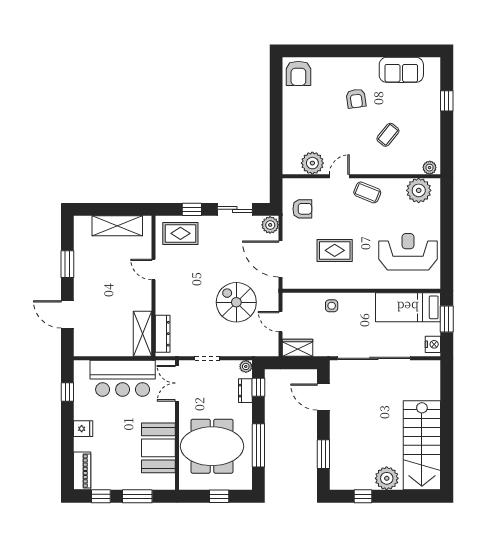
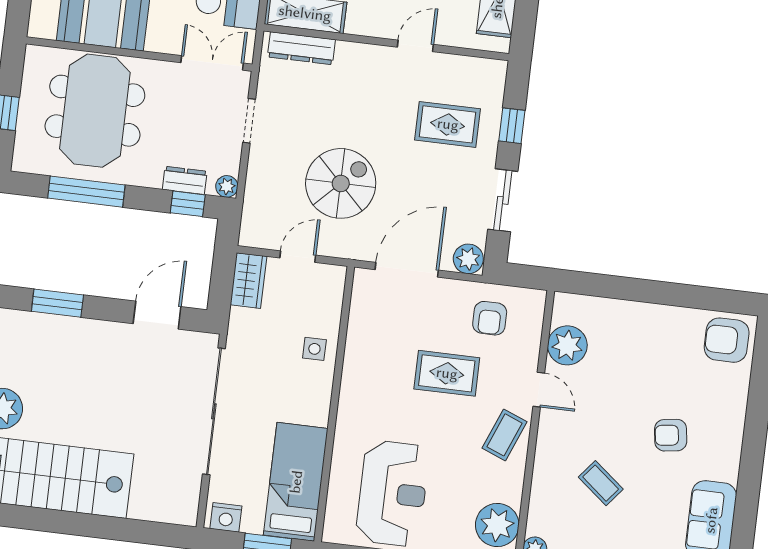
rug: (180, 233) -> (448, 124), moved, turned 90
rug: (335, 250) -> (447, 373), moved, turned 90

